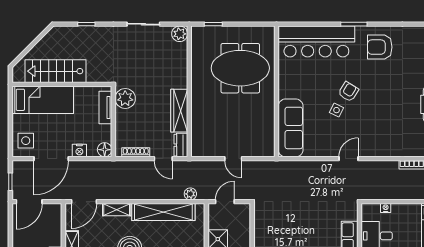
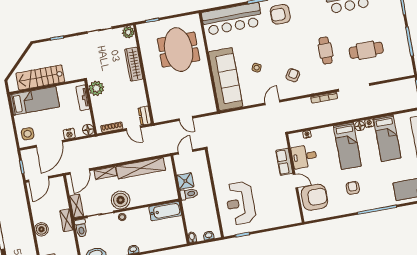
meeting table: (240, 68) -> (179, 50), turned 90
armchair: (348, 92) -> (293, 75), moved
wardrobe: (179, 111) -> (134, 64), moved
sofa: (291, 128) -> (226, 79), width x1.36, depth x1.27
plant: (190, 194) -> (159, 151), removed

